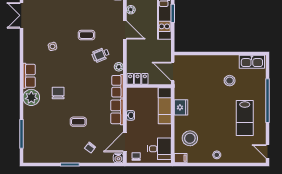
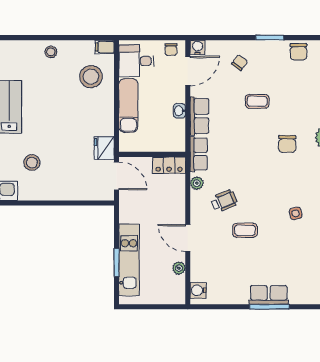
exam couch: (165, 106) -> (128, 105), moved
fridge: (181, 107) -> (104, 148), moved
chair: (51, 155) -> (299, 52), added

